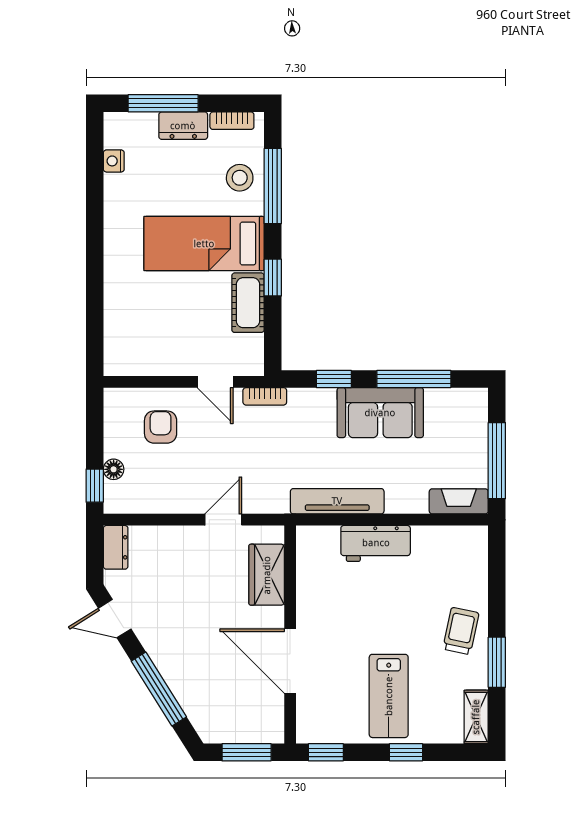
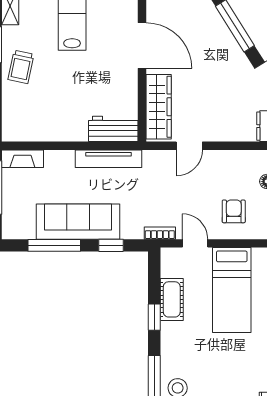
bed: (204, 244) -> (232, 290), moved, turned 90
sofa: (380, 413) -> (78, 222), width x1.36
armchair: (161, 427) -> (234, 211), turned 180
workbench: (376, 543) -> (113, 129), moved
wardrobe: (267, 575) -> (159, 107), width x1.50

